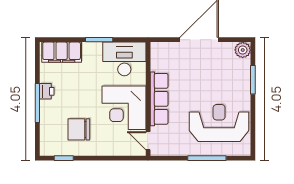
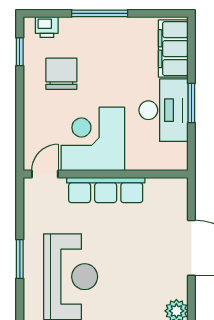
desk: (124, 59) -> (164, 110), moved
printer: (47, 91) -> (47, 27), moved
window: (207, 158) -> (20, 259), width x0.69

